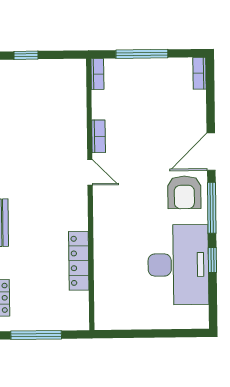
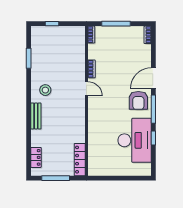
stool: (15, 176) -> (45, 90), added
locker: (79, 261) -> (80, 160), moved

